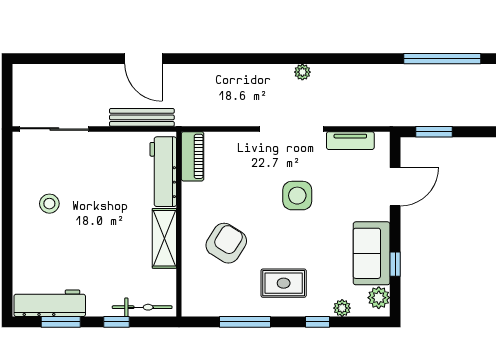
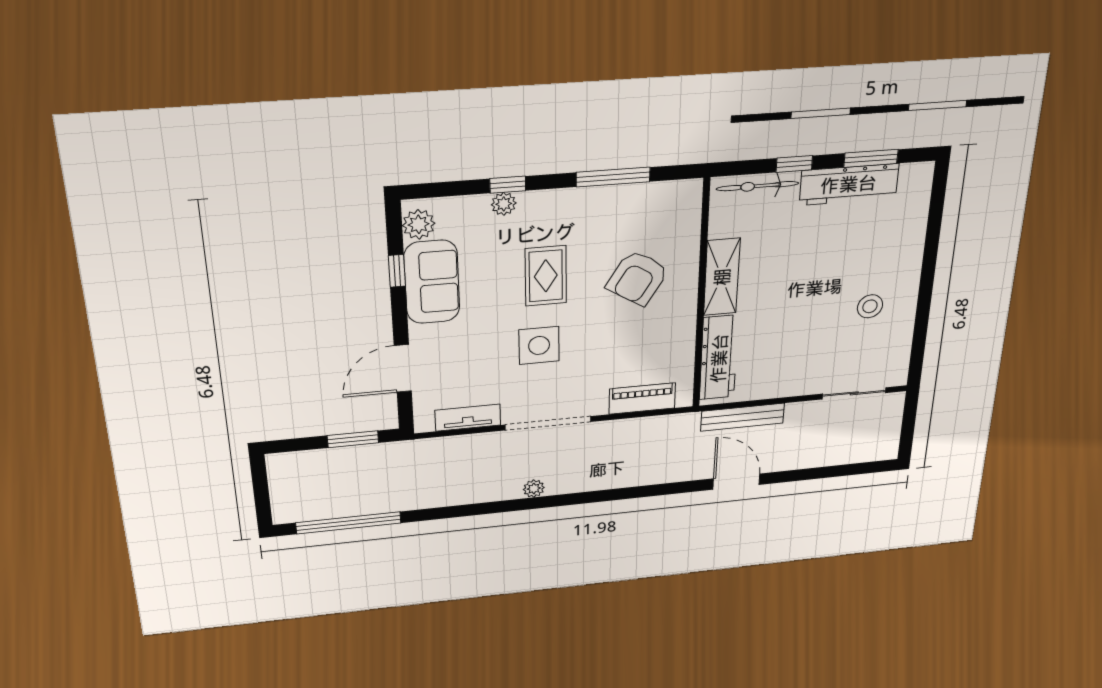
sliding door: (54, 129) -> (854, 393), width x0.73
piano: (193, 156) -> (642, 398), moved, turned 90
rug: (284, 283) -> (546, 276), moved, turned 90
workbench: (50, 303) -> (849, 184), moved
plant: (342, 308) -> (504, 204), moved

